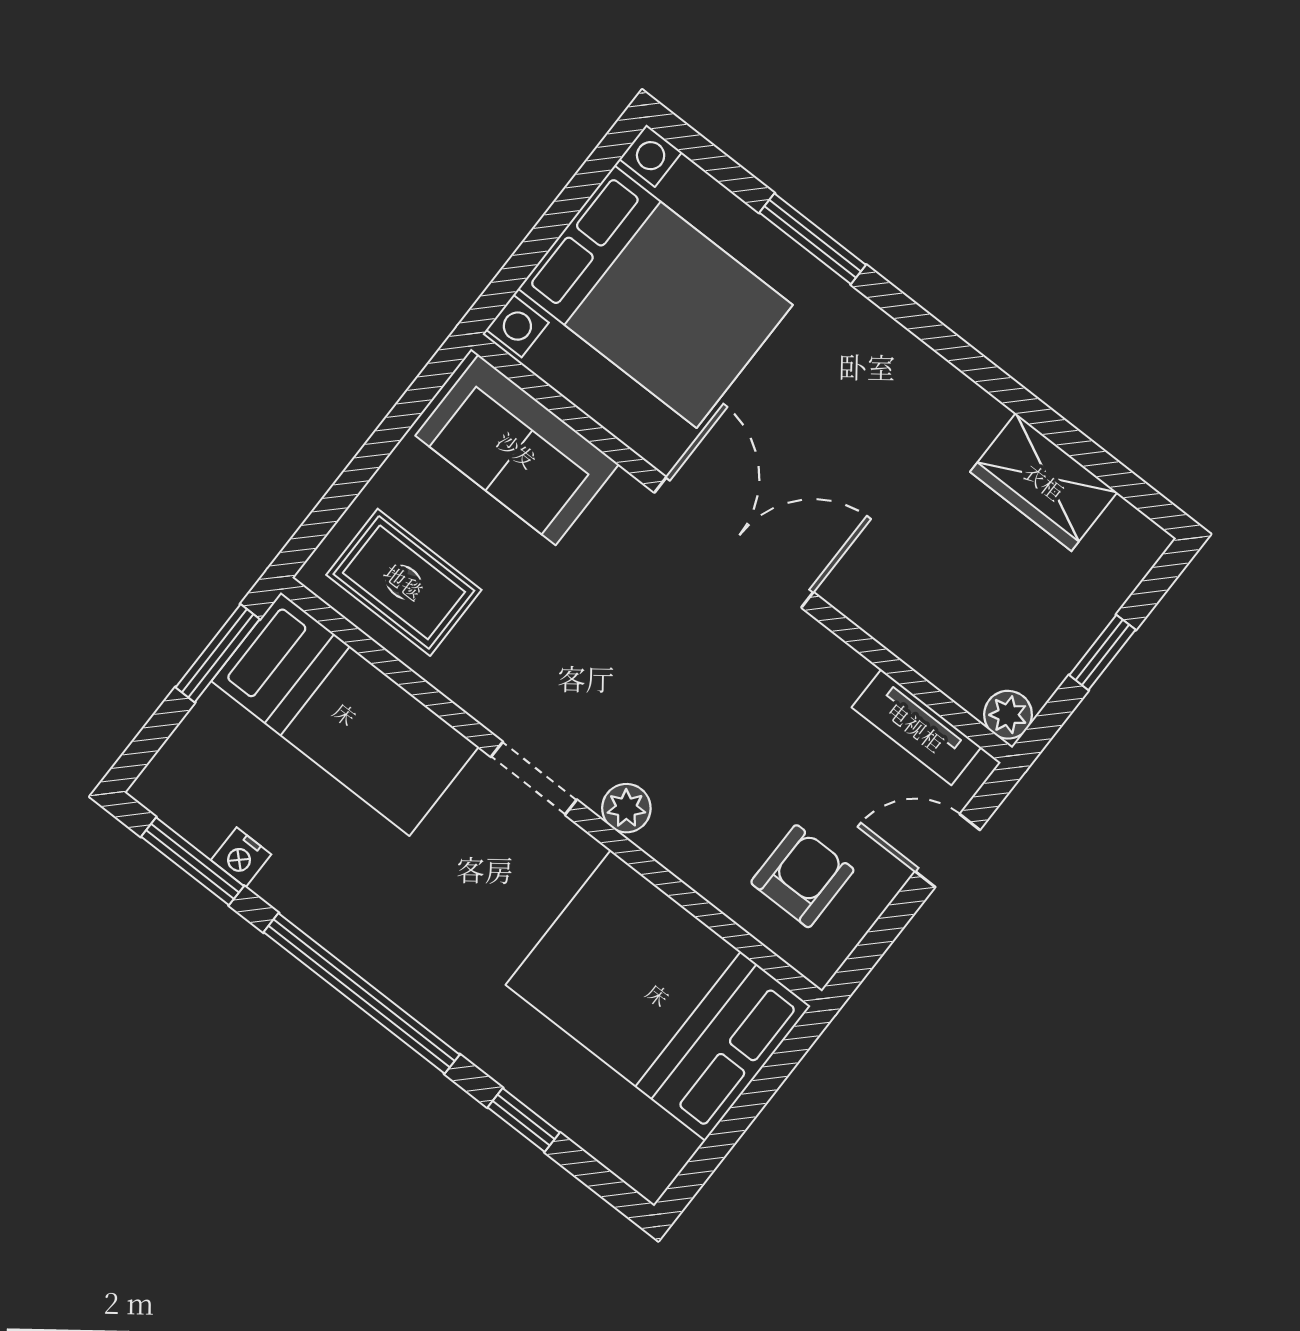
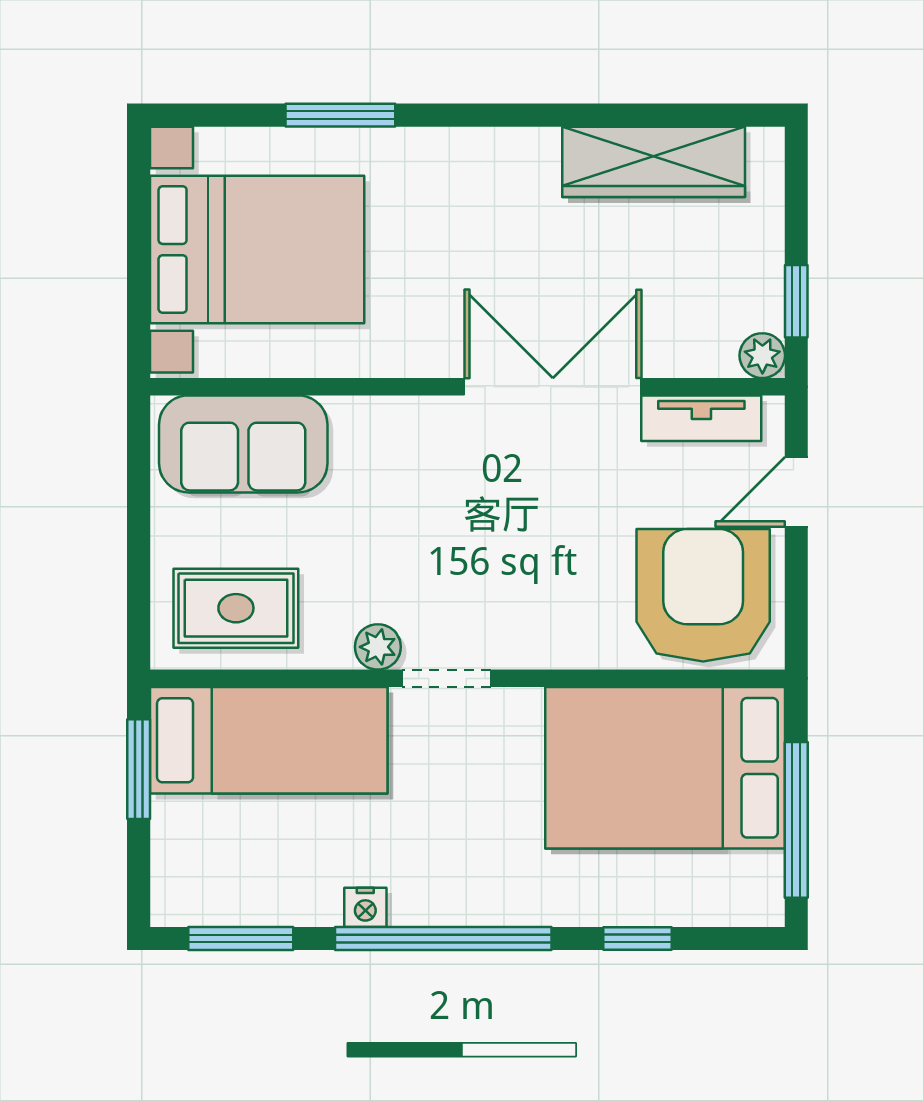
wardrobe: (1044, 482) -> (654, 162), width x1.50
double door: (734, 542) -> (553, 387), moved
window: (1102, 652) -> (796, 301), moved
plant: (626, 808) -> (378, 647), moved
nightstand: (241, 857) -> (365, 907), moved
armchair: (802, 876) -> (703, 595), width x1.88, depth x1.88
window: (734, 1125) -> (796, 820), added

